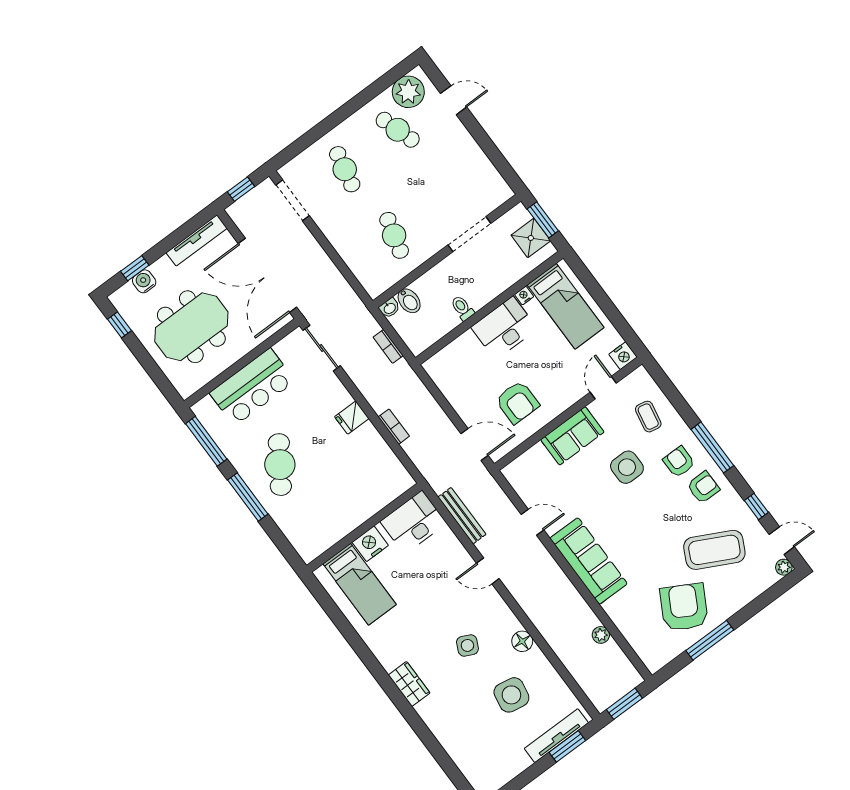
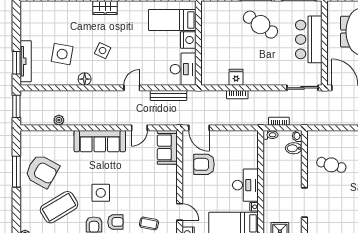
toilet: (462, 308) -> (271, 135), moved
fridge: (352, 418) -> (236, 77), moved
sofa: (572, 436) -> (167, 147), moved
door: (475, 444) -> (199, 128), hinge flipped
side table: (627, 467) -> (101, 193), moved
coffee table: (714, 550) -> (59, 207), turned 32

